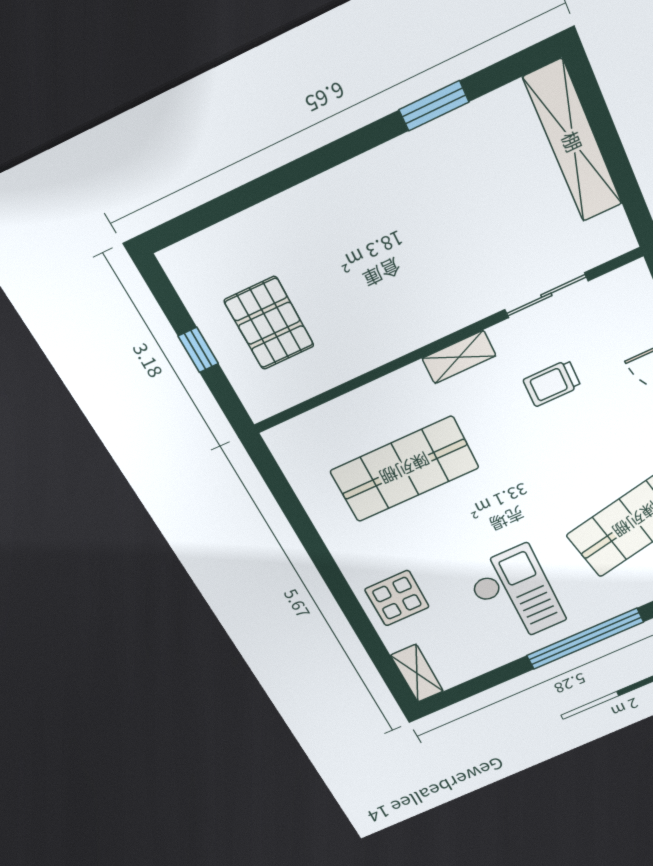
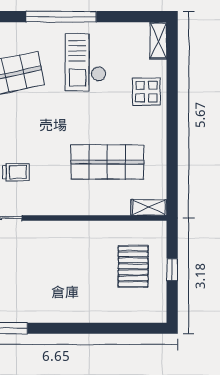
shelving: (459, 357) -> (149, 207), moved

